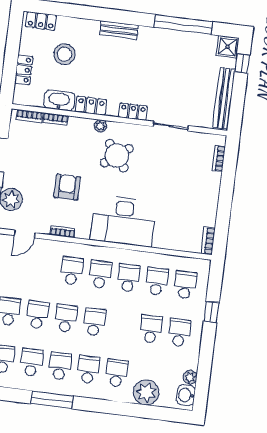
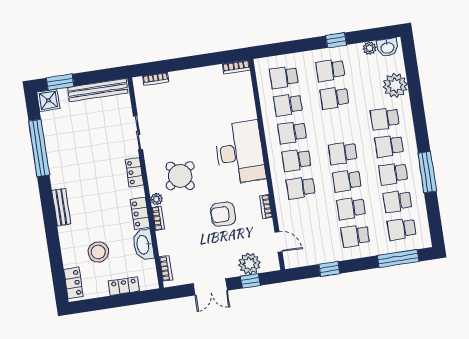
window: (242, 64) -> (60, 82), width x1.50
bookcase: (55, 119) -> (158, 218), moved
window: (211, 312) -> (336, 40), moved

